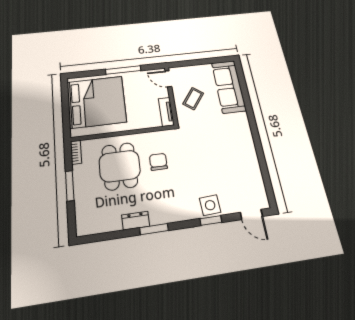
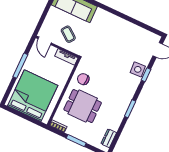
door: (168, 79) -> (45, 41), hinge flipped
chair: (158, 162) -> (83, 79), moved
dresser: (136, 221) -> (109, 138), moved

